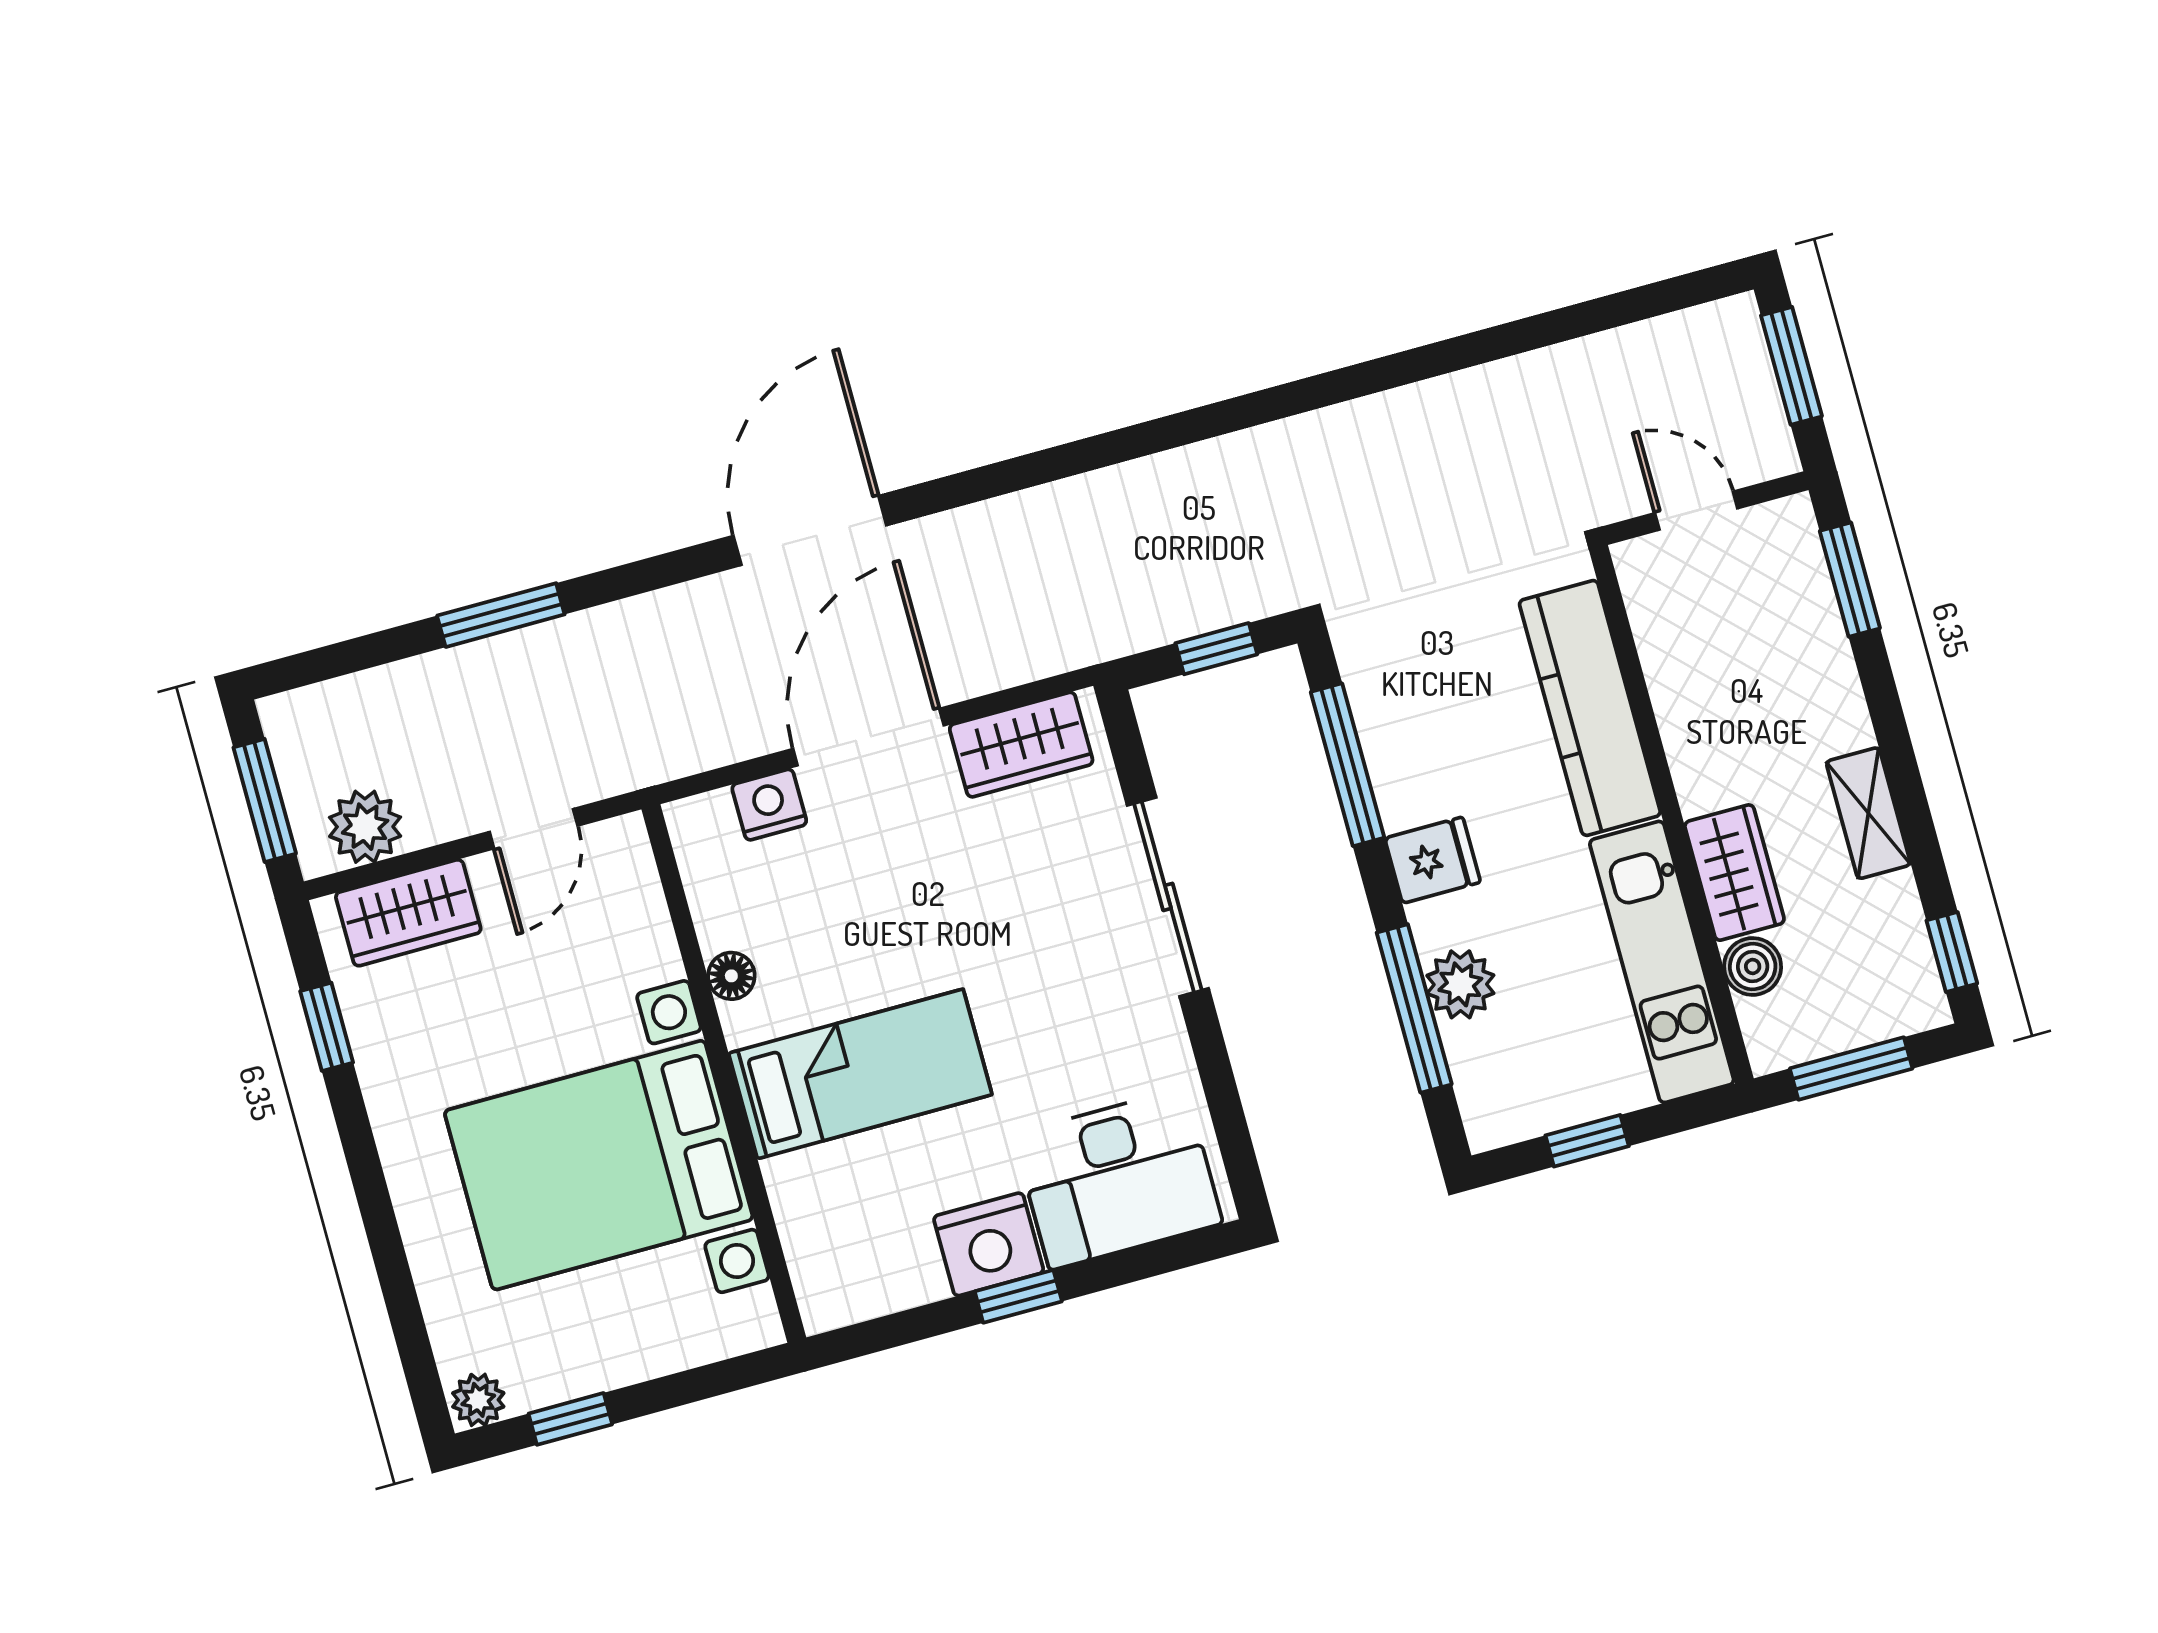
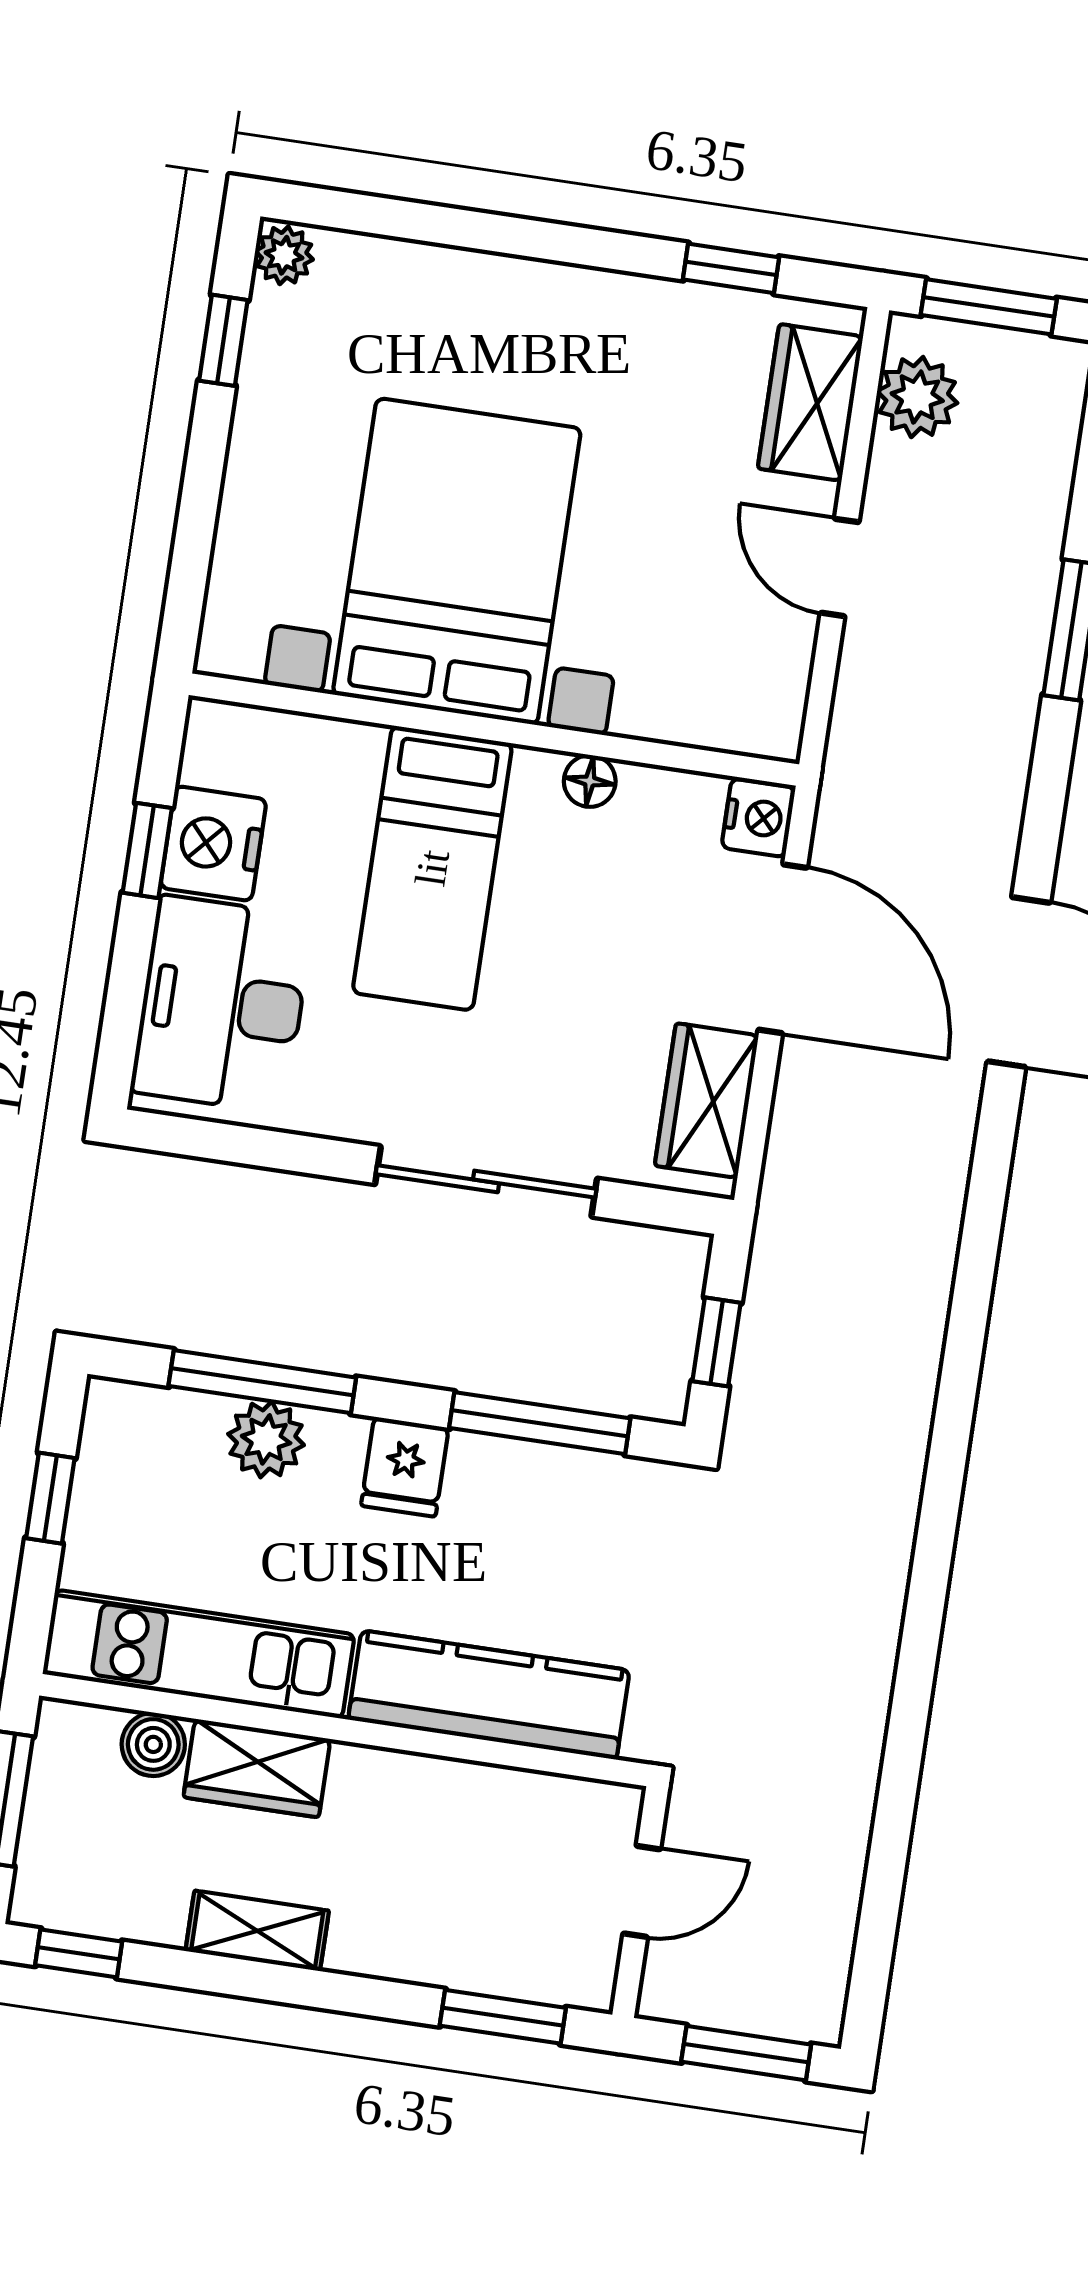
floor lamp: (731, 976) -> (590, 781), moved
wall: (724, 1073) -> (494, 730), moved
bed: (860, 1074) -> (432, 868), moved
bed with nightstands: (599, 1165) -> (457, 561), moved

